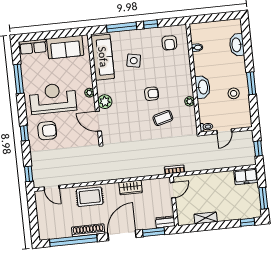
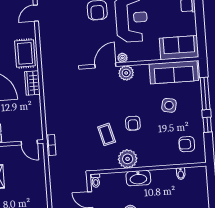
sofa: (65, 47) -> (179, 48), moved, turned 90
plant: (89, 93) -> (122, 58), moved
plant: (190, 101) -> (128, 159), width x1.88, depth x1.88
wardrobe: (131, 187) -> (32, 83), moved

